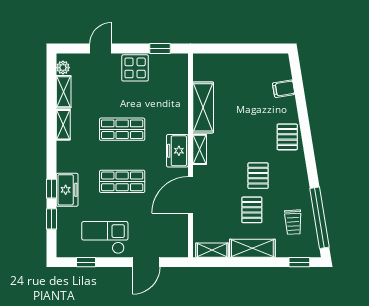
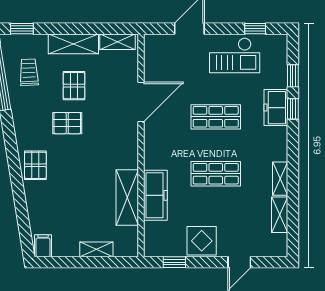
plant: (63, 68) -> (280, 241), removed
filing cabinet: (284, 89) -> (43, 246), moved, turned -81
shelving: (200, 149) -> (96, 249), moved, turned 90
freezer: (177, 151) -> (155, 195), moved, width x1.40
pallet: (258, 176) -> (67, 123), turned 90

